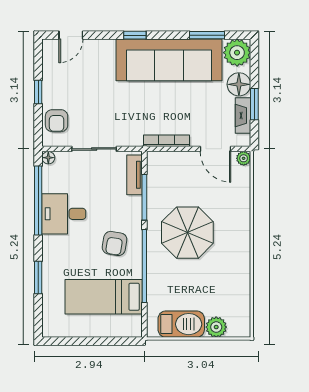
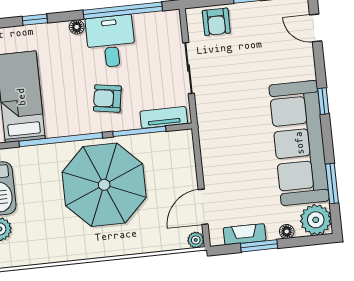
floor lamp: (239, 84) -> (287, 231), width x0.53, depth x0.53
armchair: (57, 121) -> (216, 22), turned -90
bookcase: (167, 141) -> (206, 150), removed
floor lamp: (48, 158) -> (77, 27), moved
parasol: (187, 233) -> (104, 185), width x1.36, depth x1.36
armchair: (114, 243) -> (107, 98), moved
window: (38, 278) -> (35, 20), width x0.67

